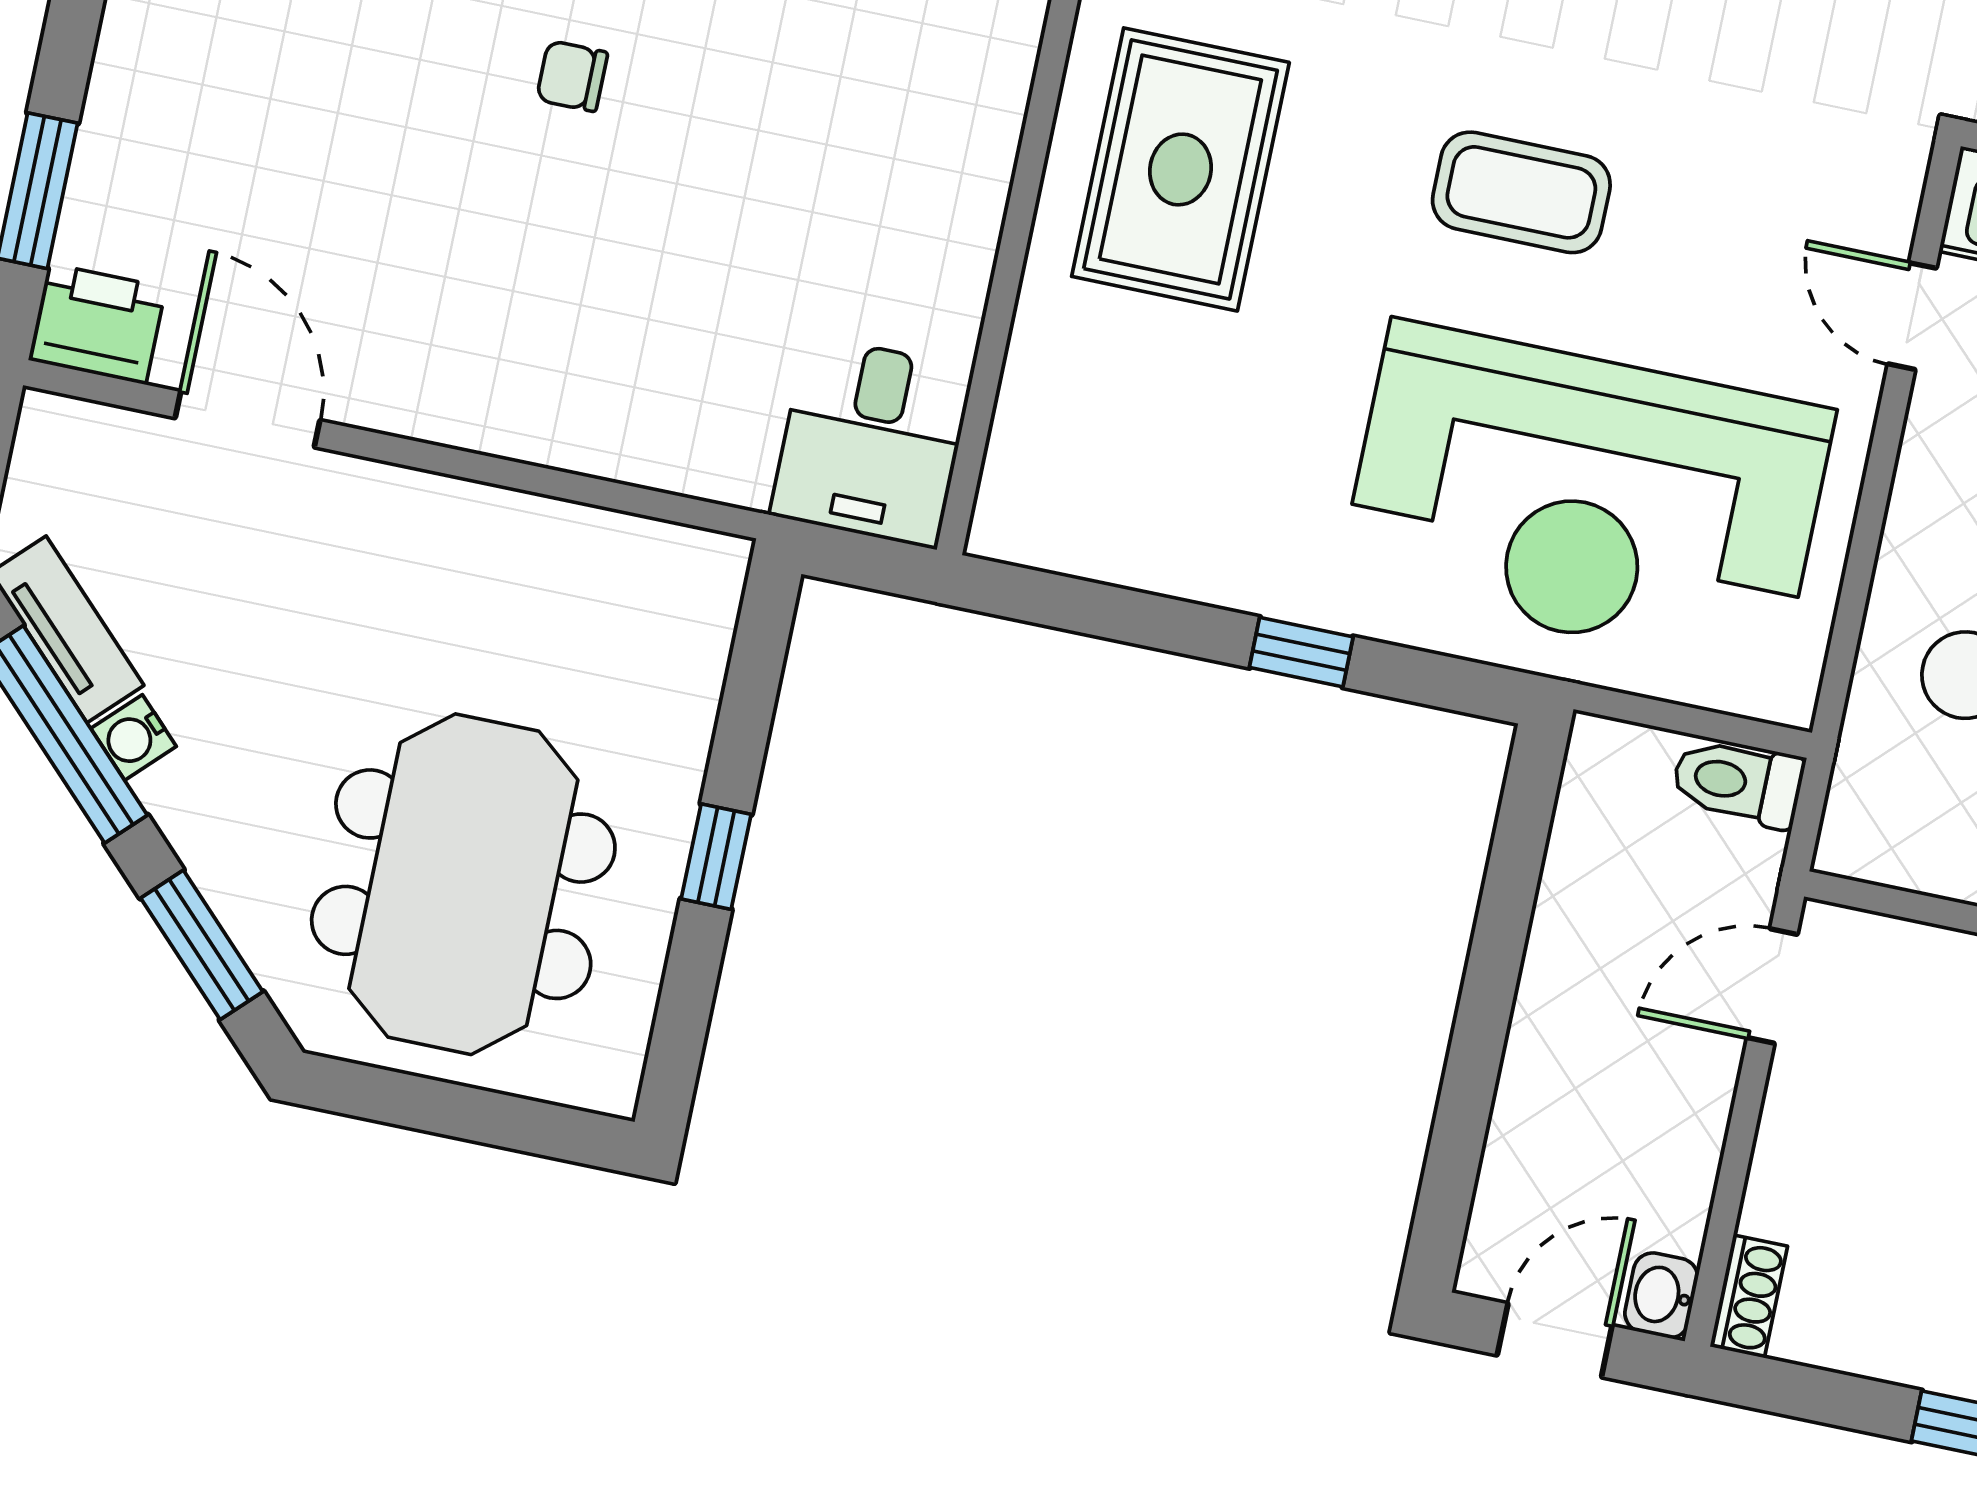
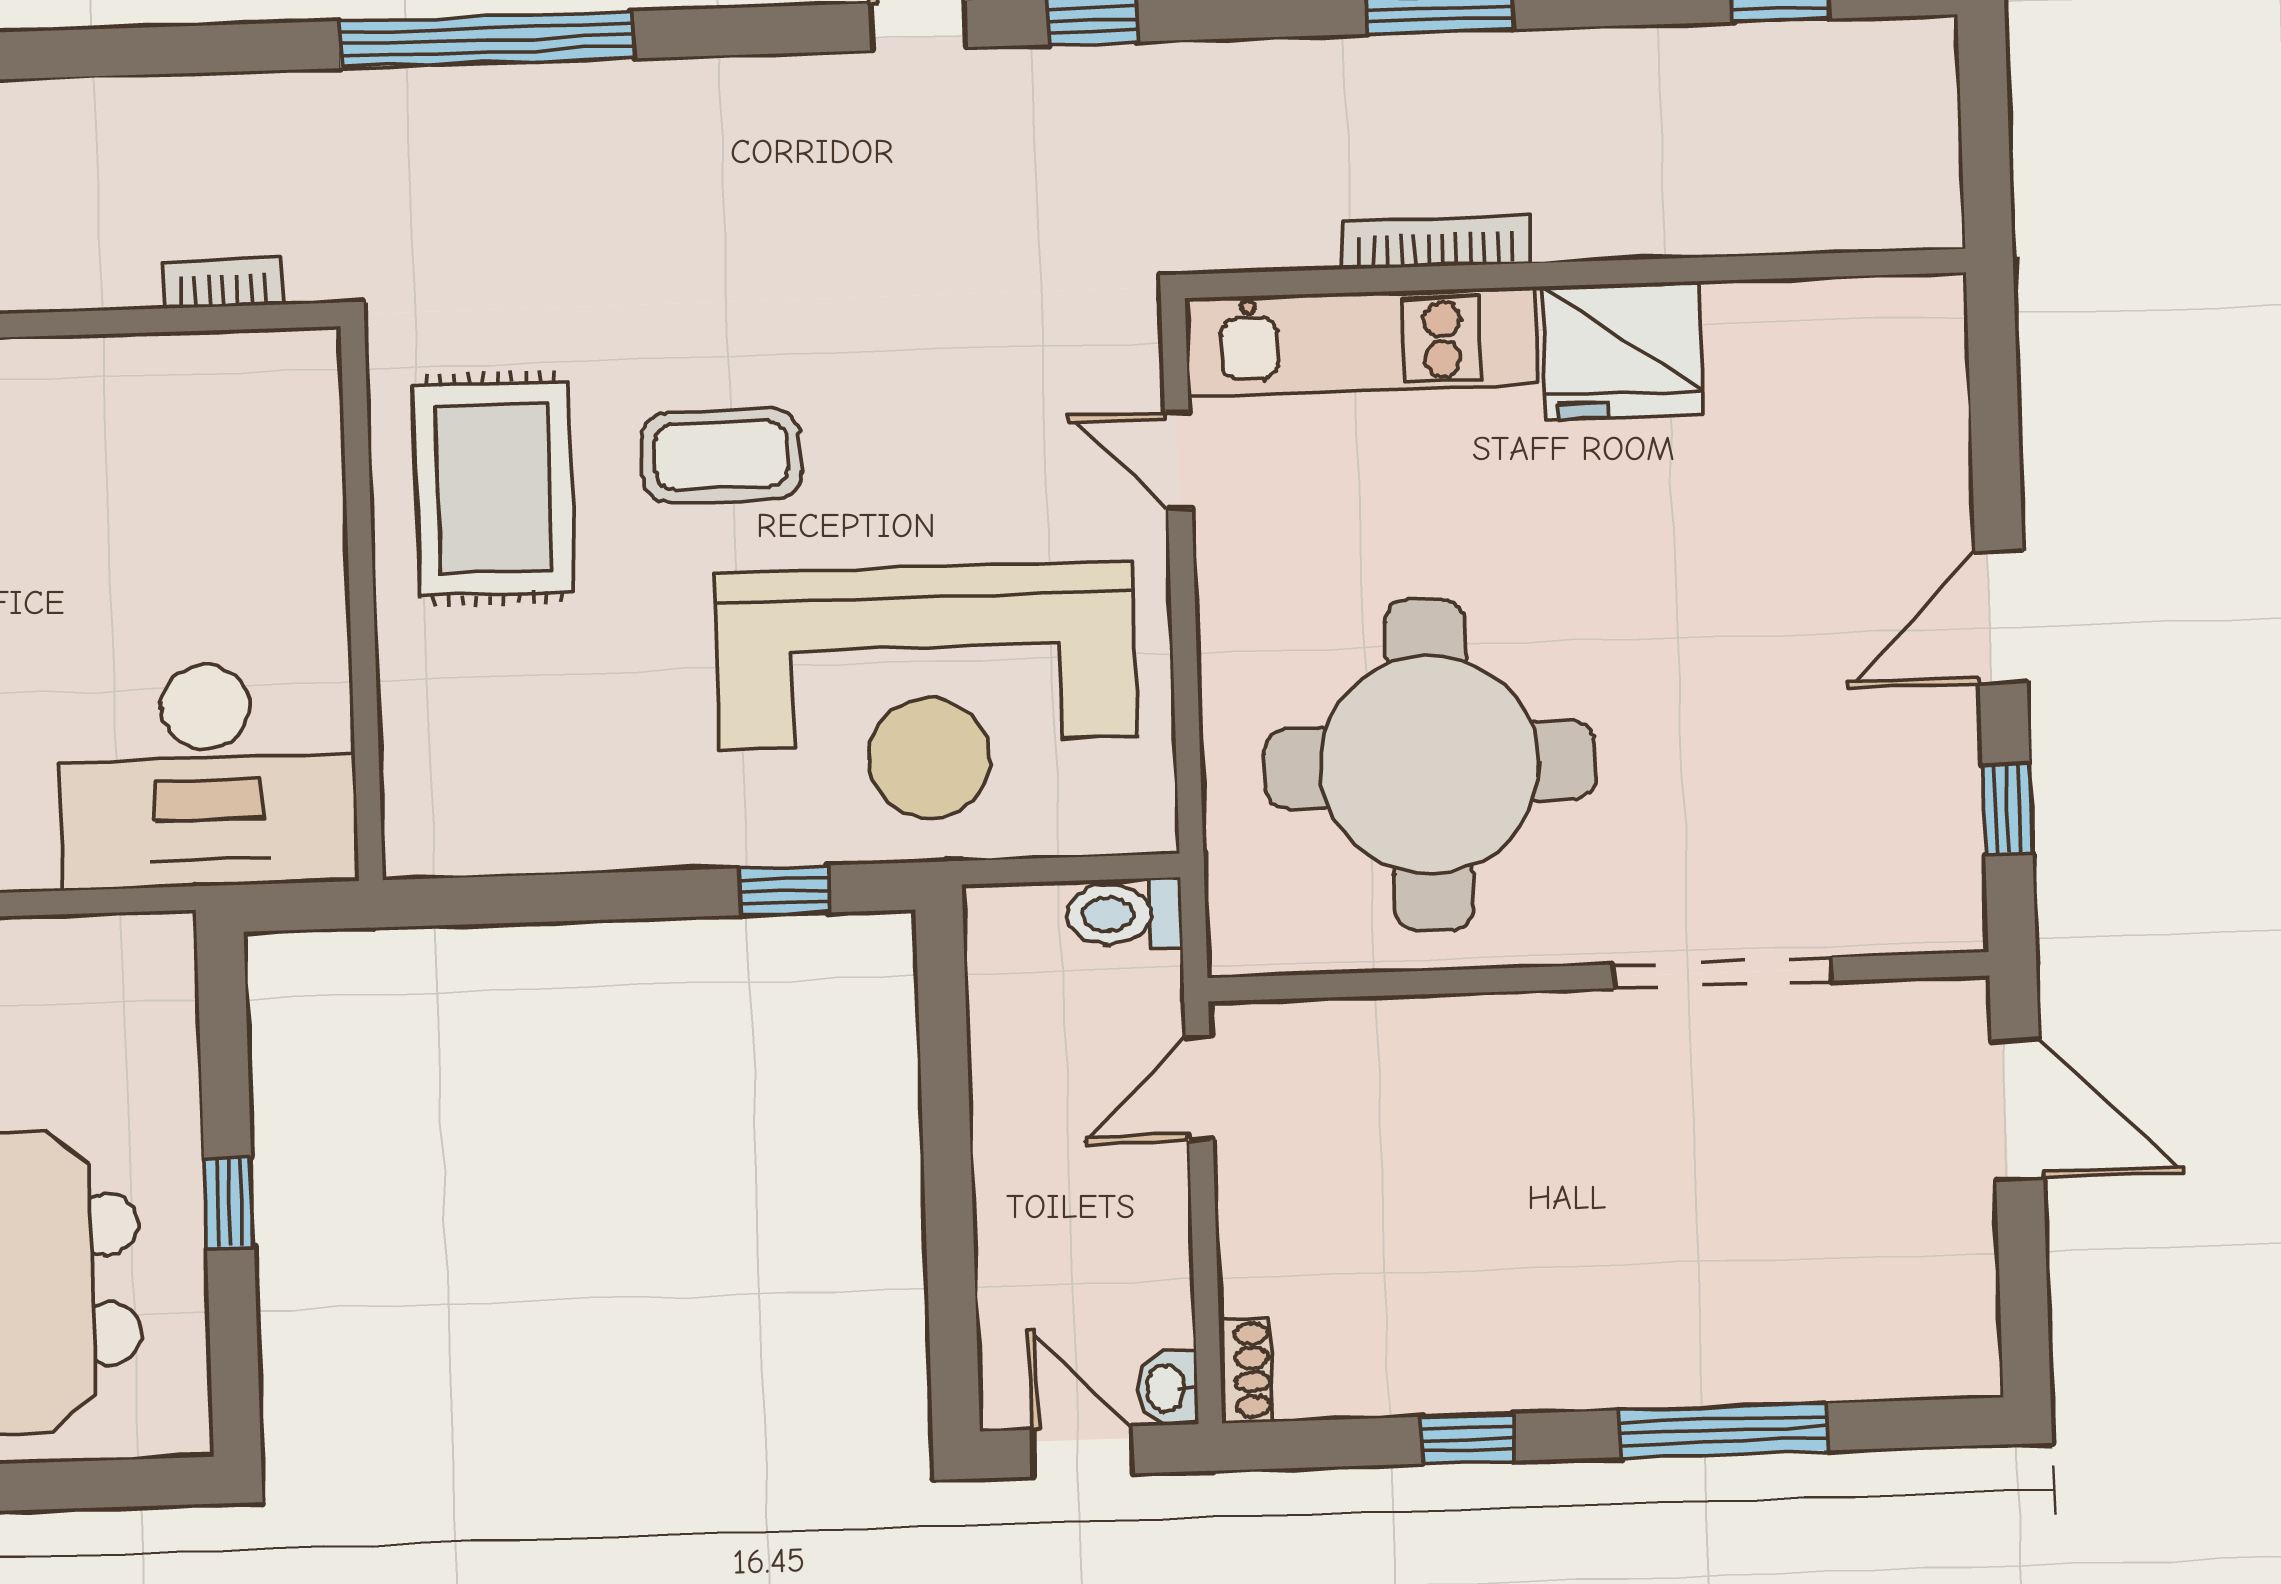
coffee table: (1521, 192) -> (721, 456), moved
desk: (872, 442) -> (208, 775), width x1.87, depth x1.30
window: (1301, 652) -> (784, 890), moved
door: (1555, 1340) -> (1082, 1452), hinge flipped

